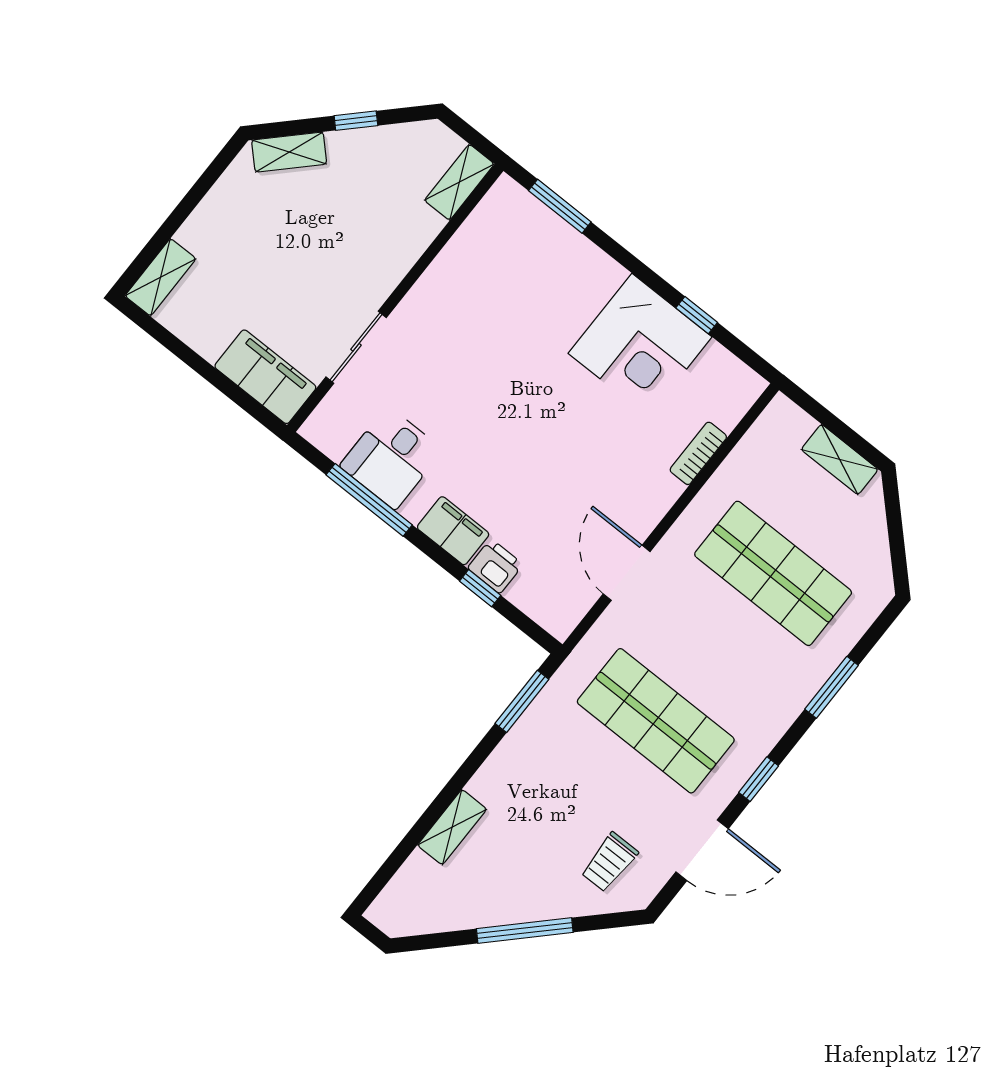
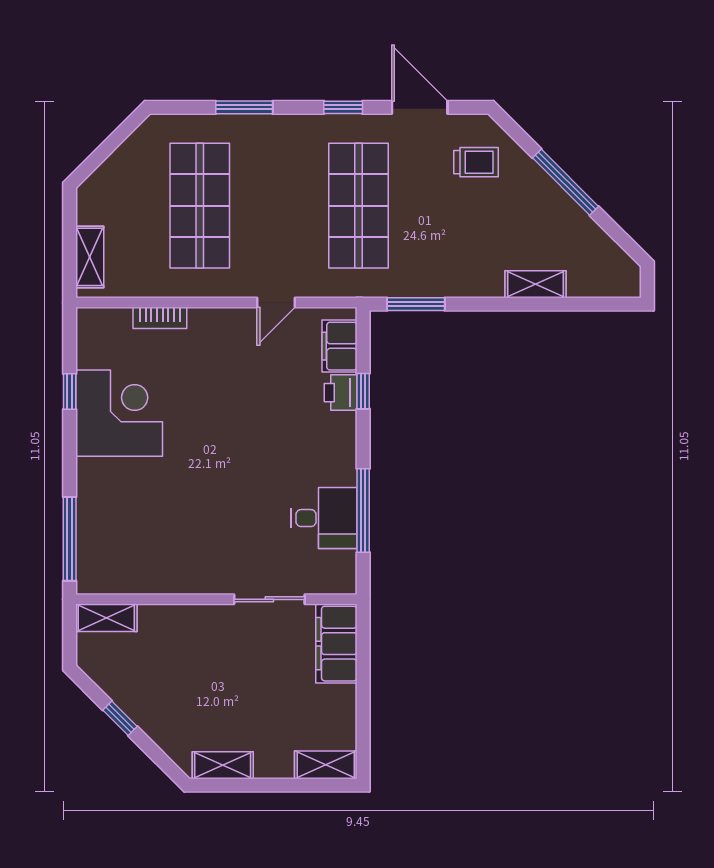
shelving: (289, 152) -> (223, 765), moved, turned -45
window: (560, 206) -> (70, 539), width x1.44
shelving: (840, 459) -> (90, 257), moved
filing cabinet: (453, 531) -> (339, 346), moved
door: (627, 573) -> (276, 303), width x0.73

